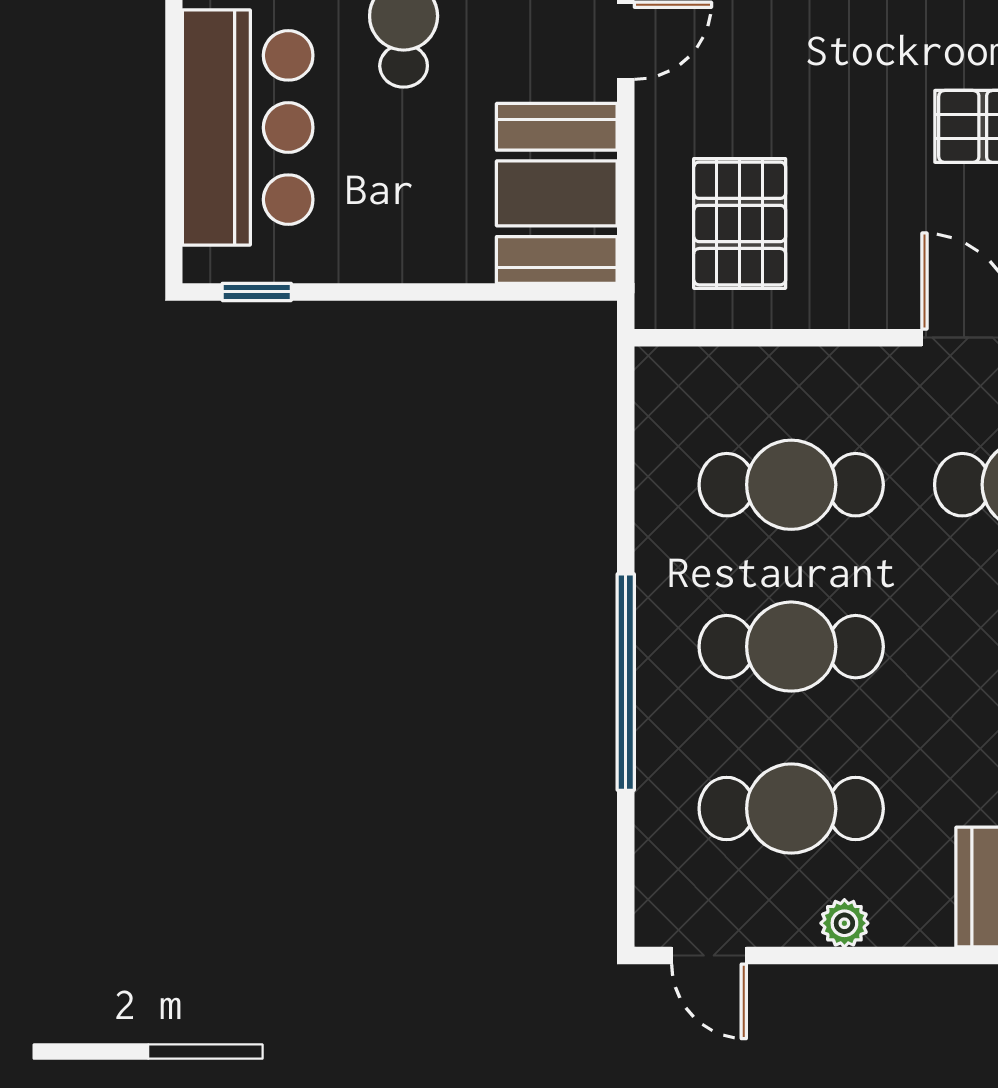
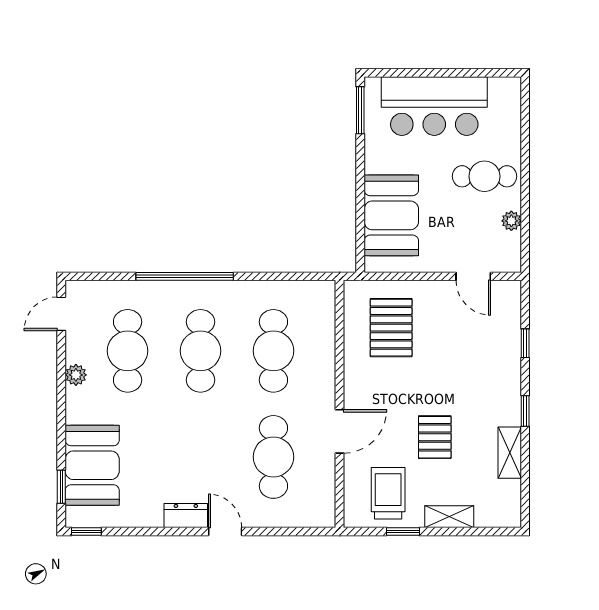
booth: (557, 193) -> (391, 215), moved, turned 90
pallet: (740, 223) -> (391, 328), turned 90
window: (257, 292) -> (360, 110), width x1.50

